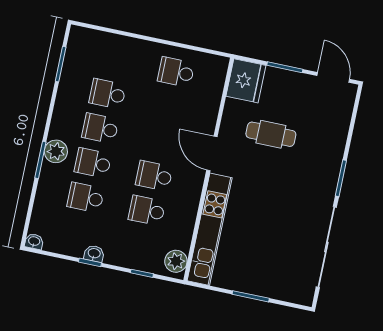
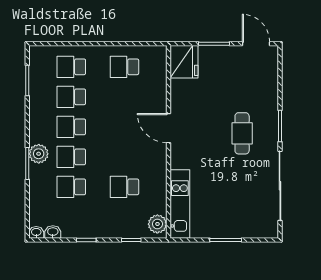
cafe table: (271, 134) -> (242, 133), moved, turned 90
school desk: (154, 176) -> (71, 67), moved
kitchen unit: (210, 229) -> (180, 204), width x0.73
washbasin: (94, 254) -> (53, 232), moved

